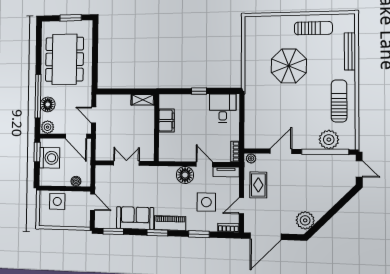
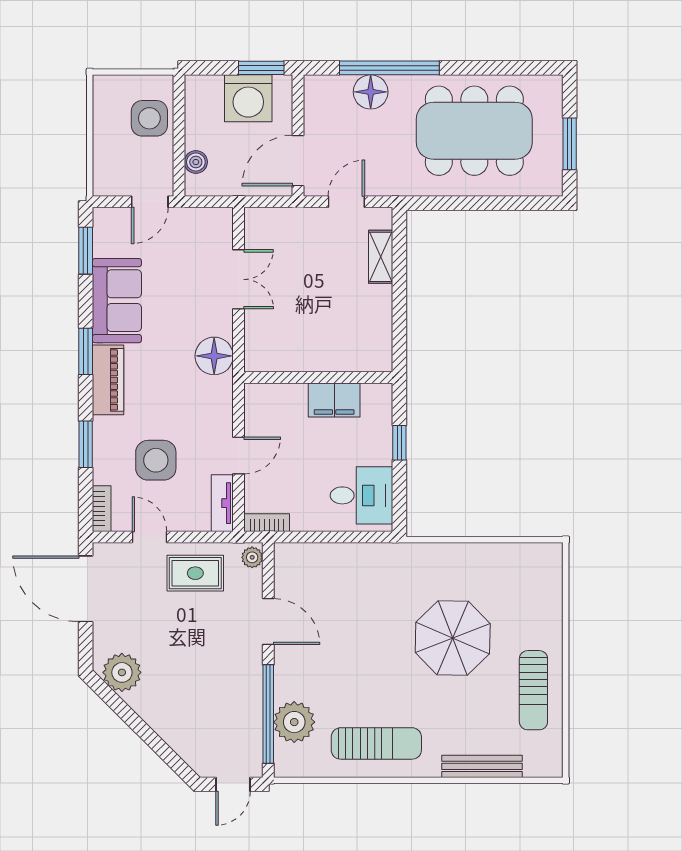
shelving: (143, 100) -> (381, 257), moved
filing cabinet: (167, 121) -> (334, 400), moved
plant: (48, 127) -> (318, 92), removed
wall: (157, 128) -> (318, 377), moved
floor lamp: (185, 175) -> (214, 356), moved

